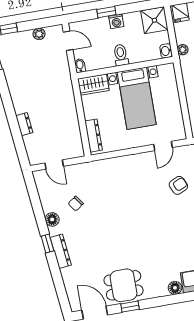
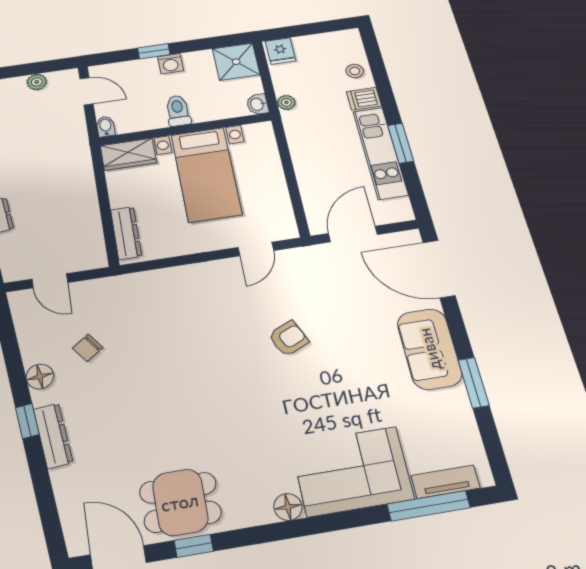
armchair: (178, 185) -> (288, 338), moved

